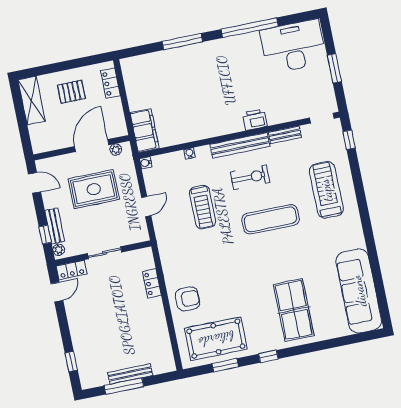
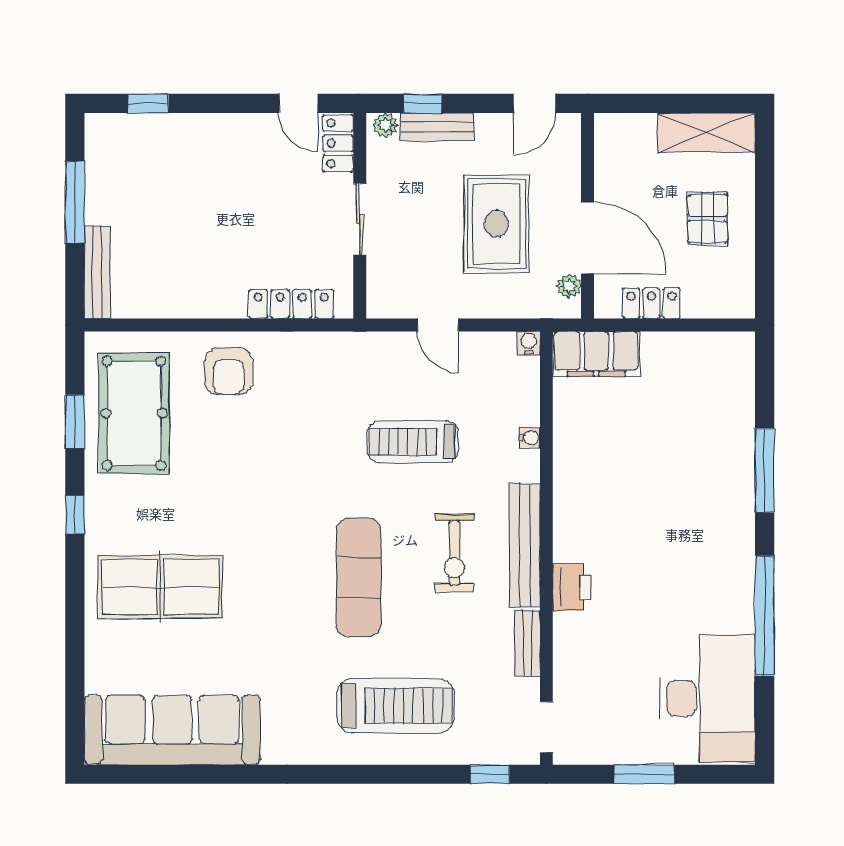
locker: (110, 83) -> (651, 303), moved
locker: (152, 283) -> (291, 304), width x1.53
bench: (130, 374) -> (97, 272), moved

